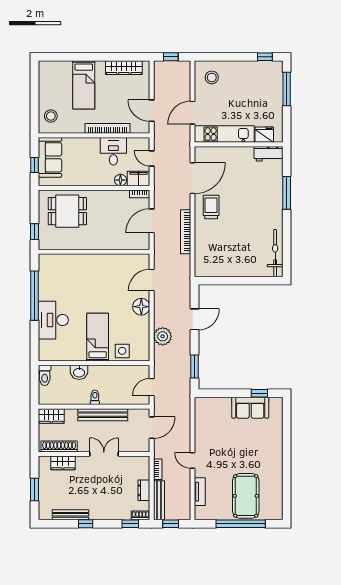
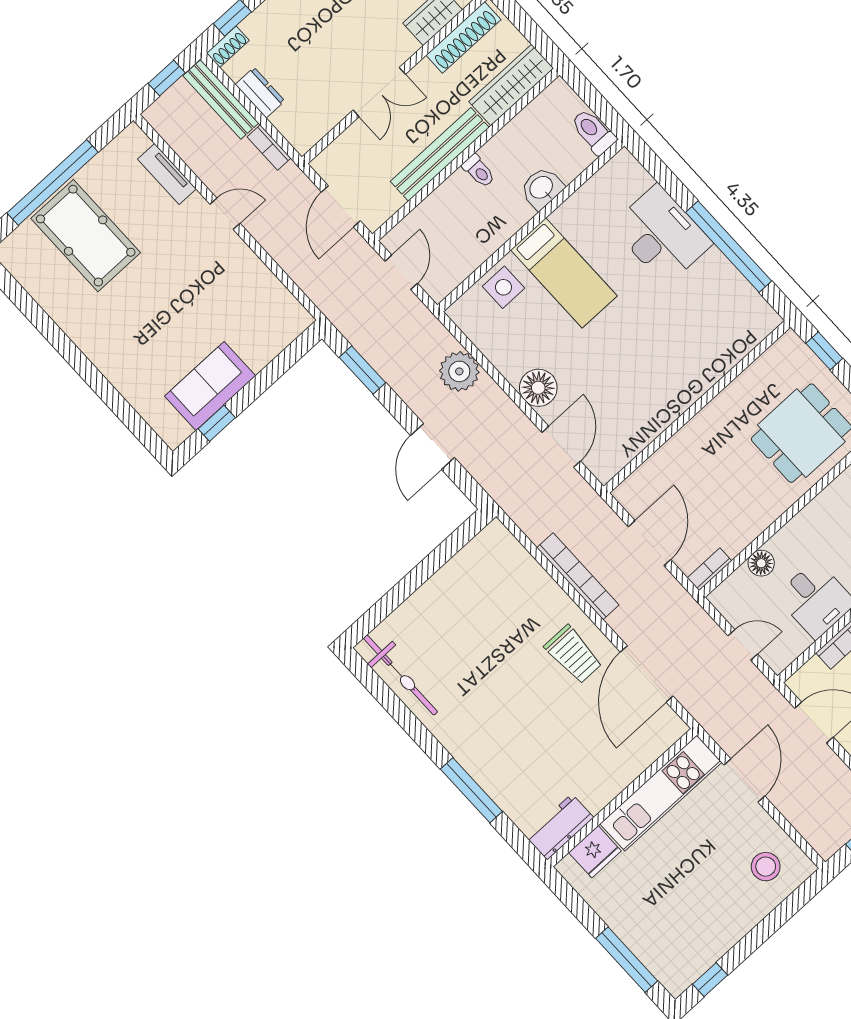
filing cabinet: (139, 178) -> (734, 593), removed
wardrobe: (51, 416) -> (511, 85), width x1.50

